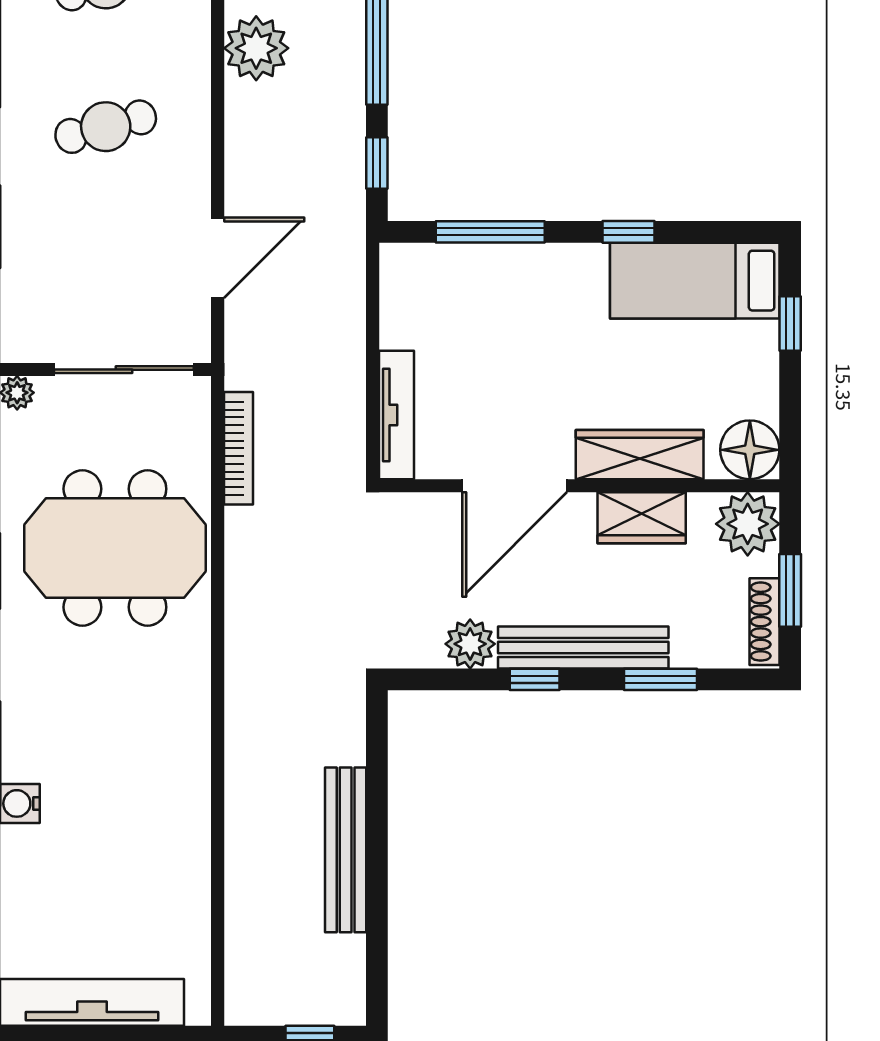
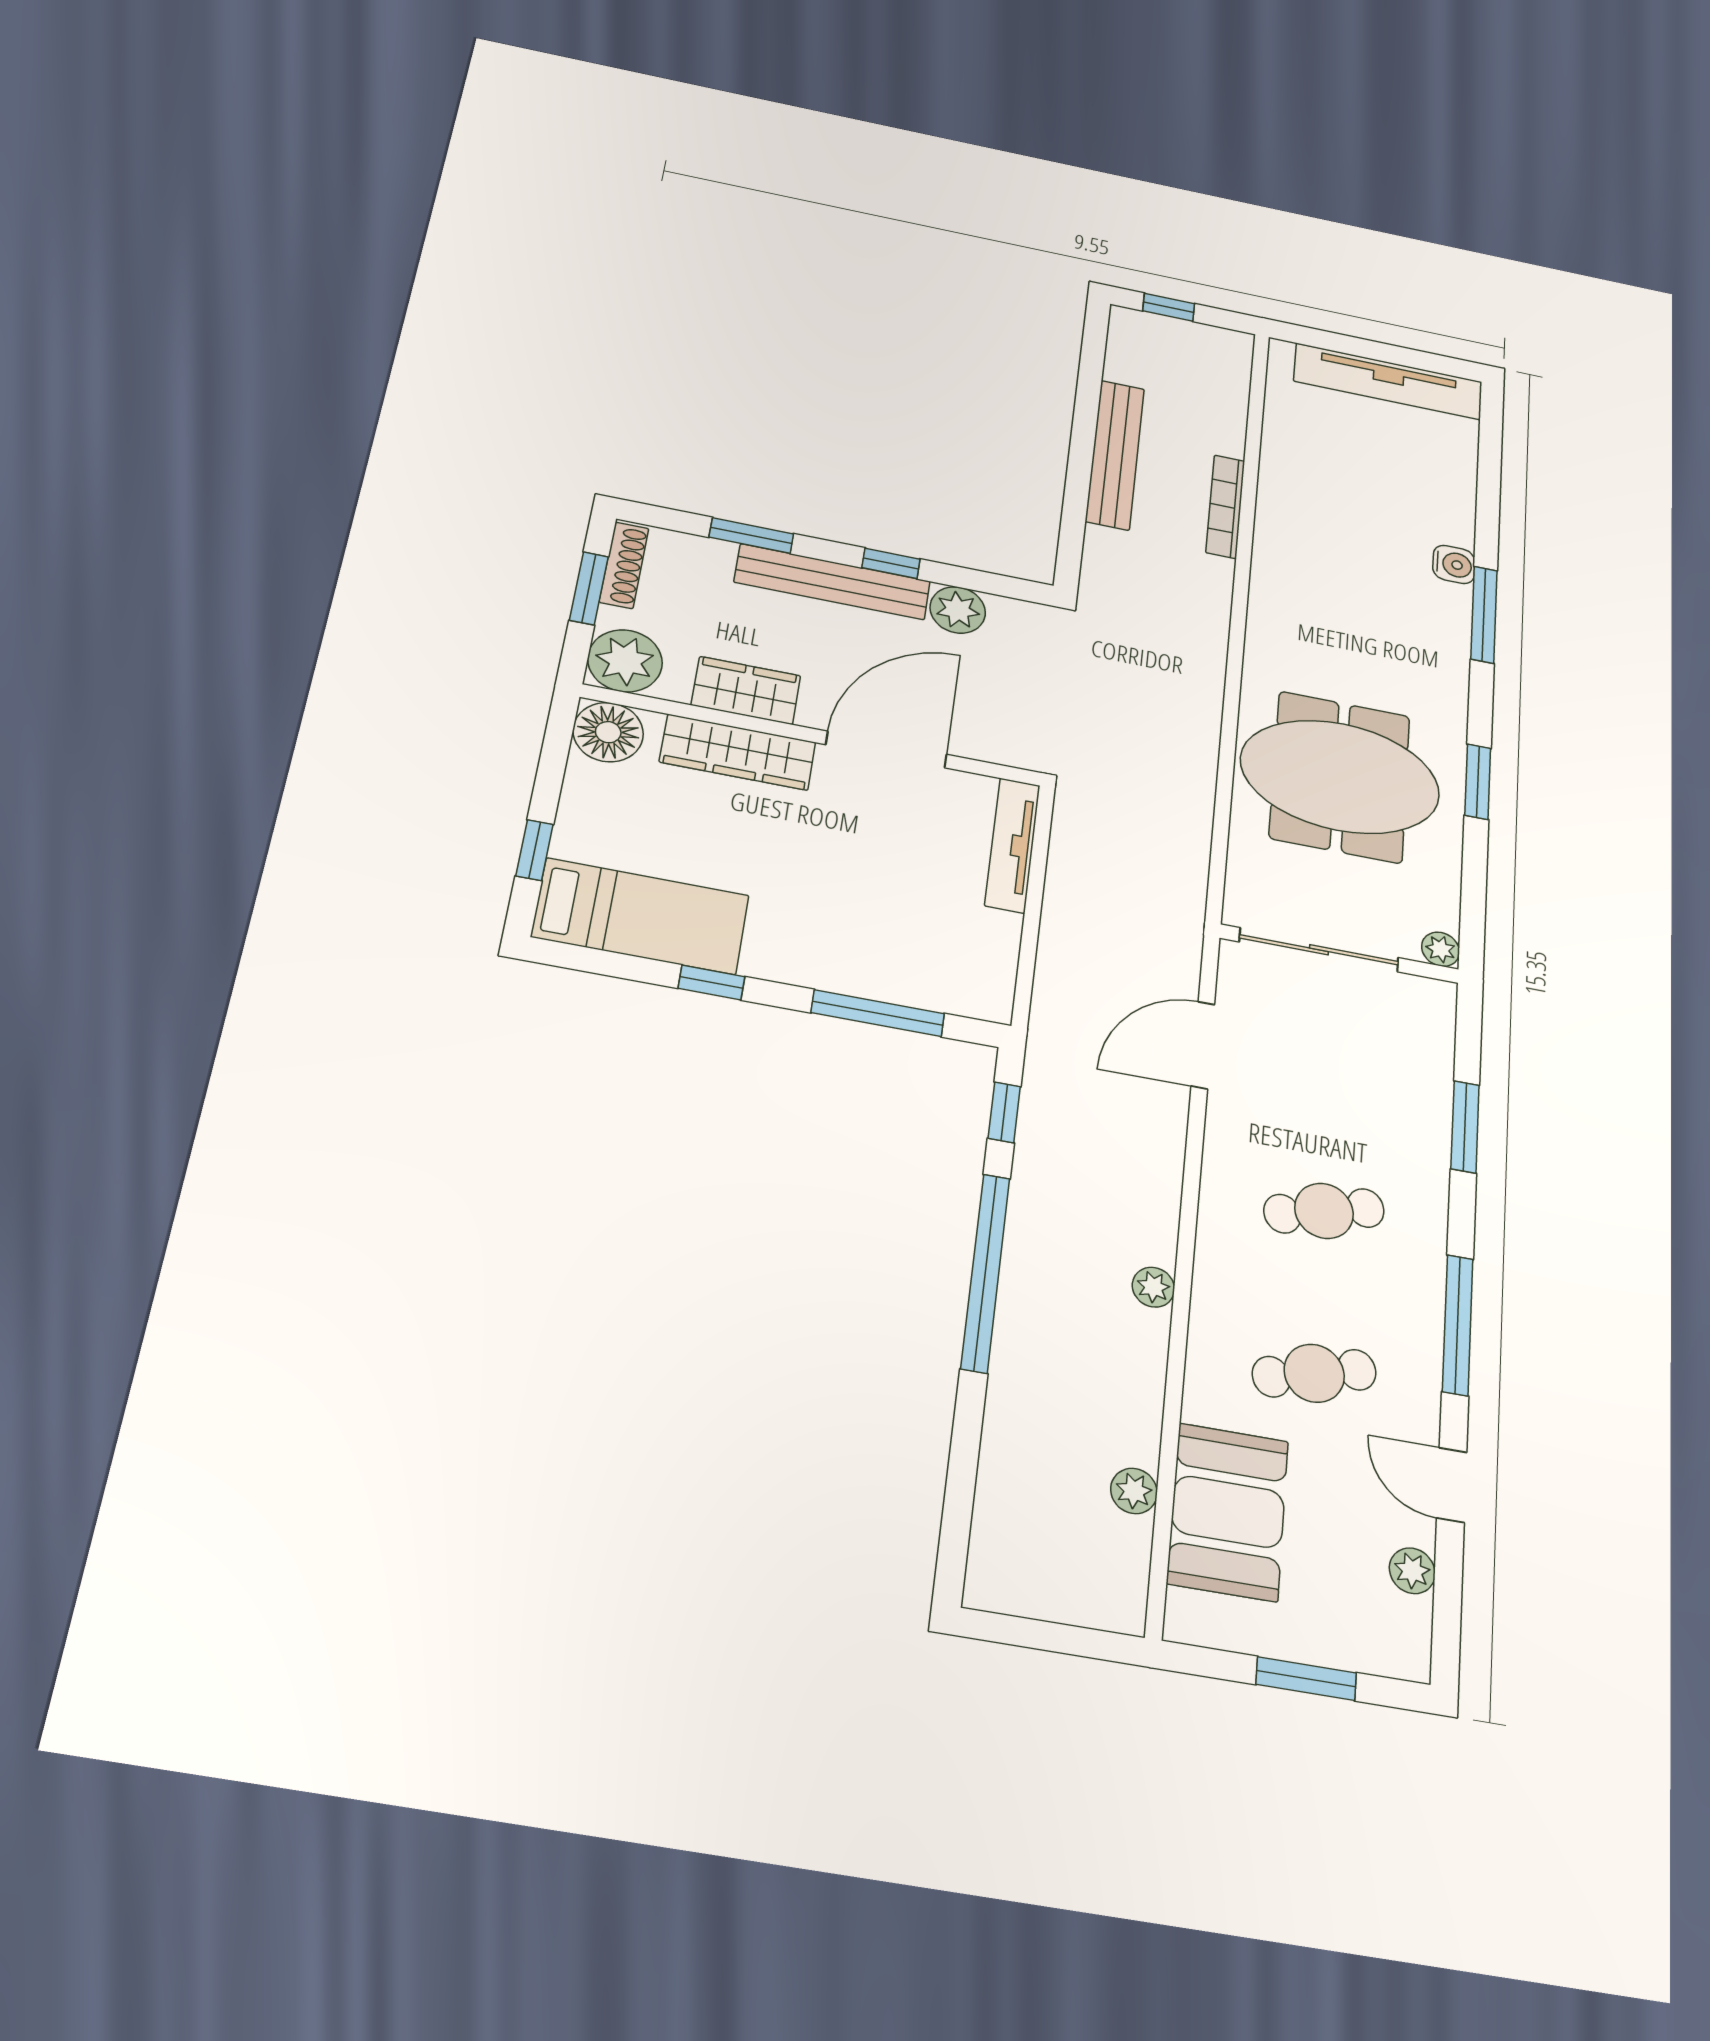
plant: (256, 48) -> (1153, 1287), width x0.53, depth x0.53
bookcase: (238, 448) -> (1225, 507), moved

